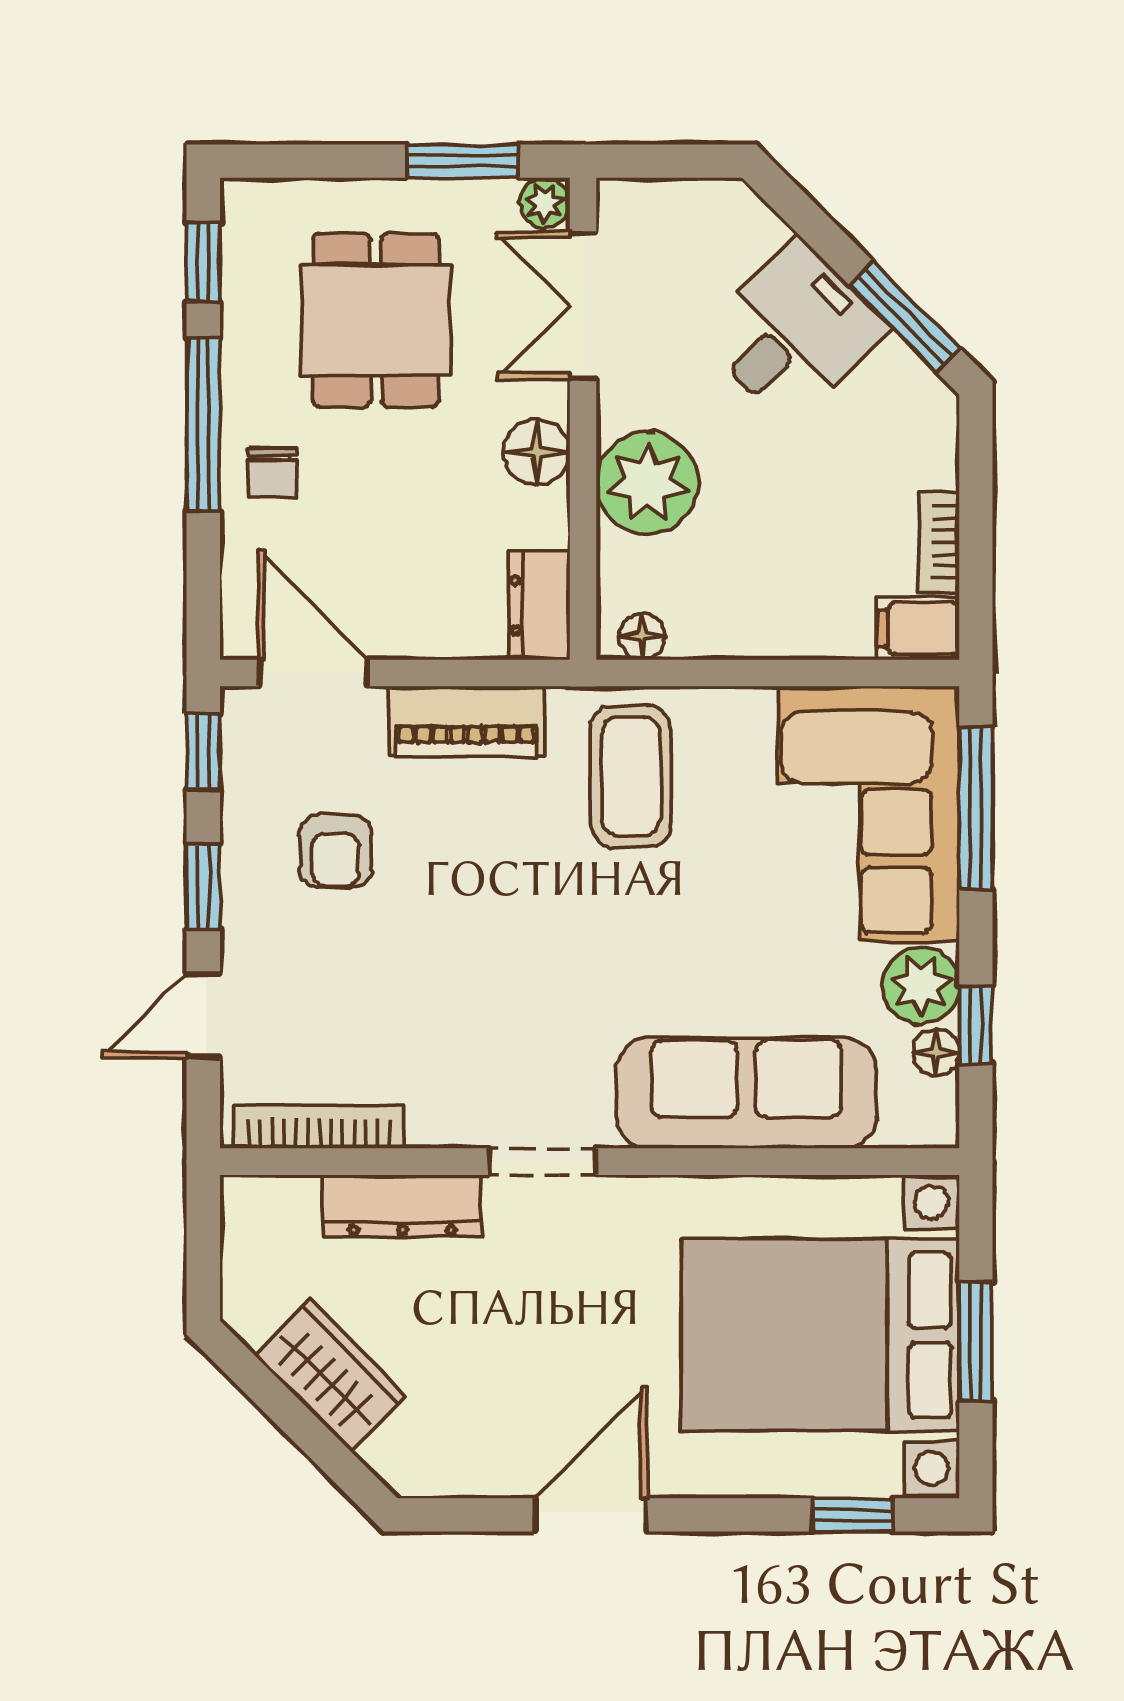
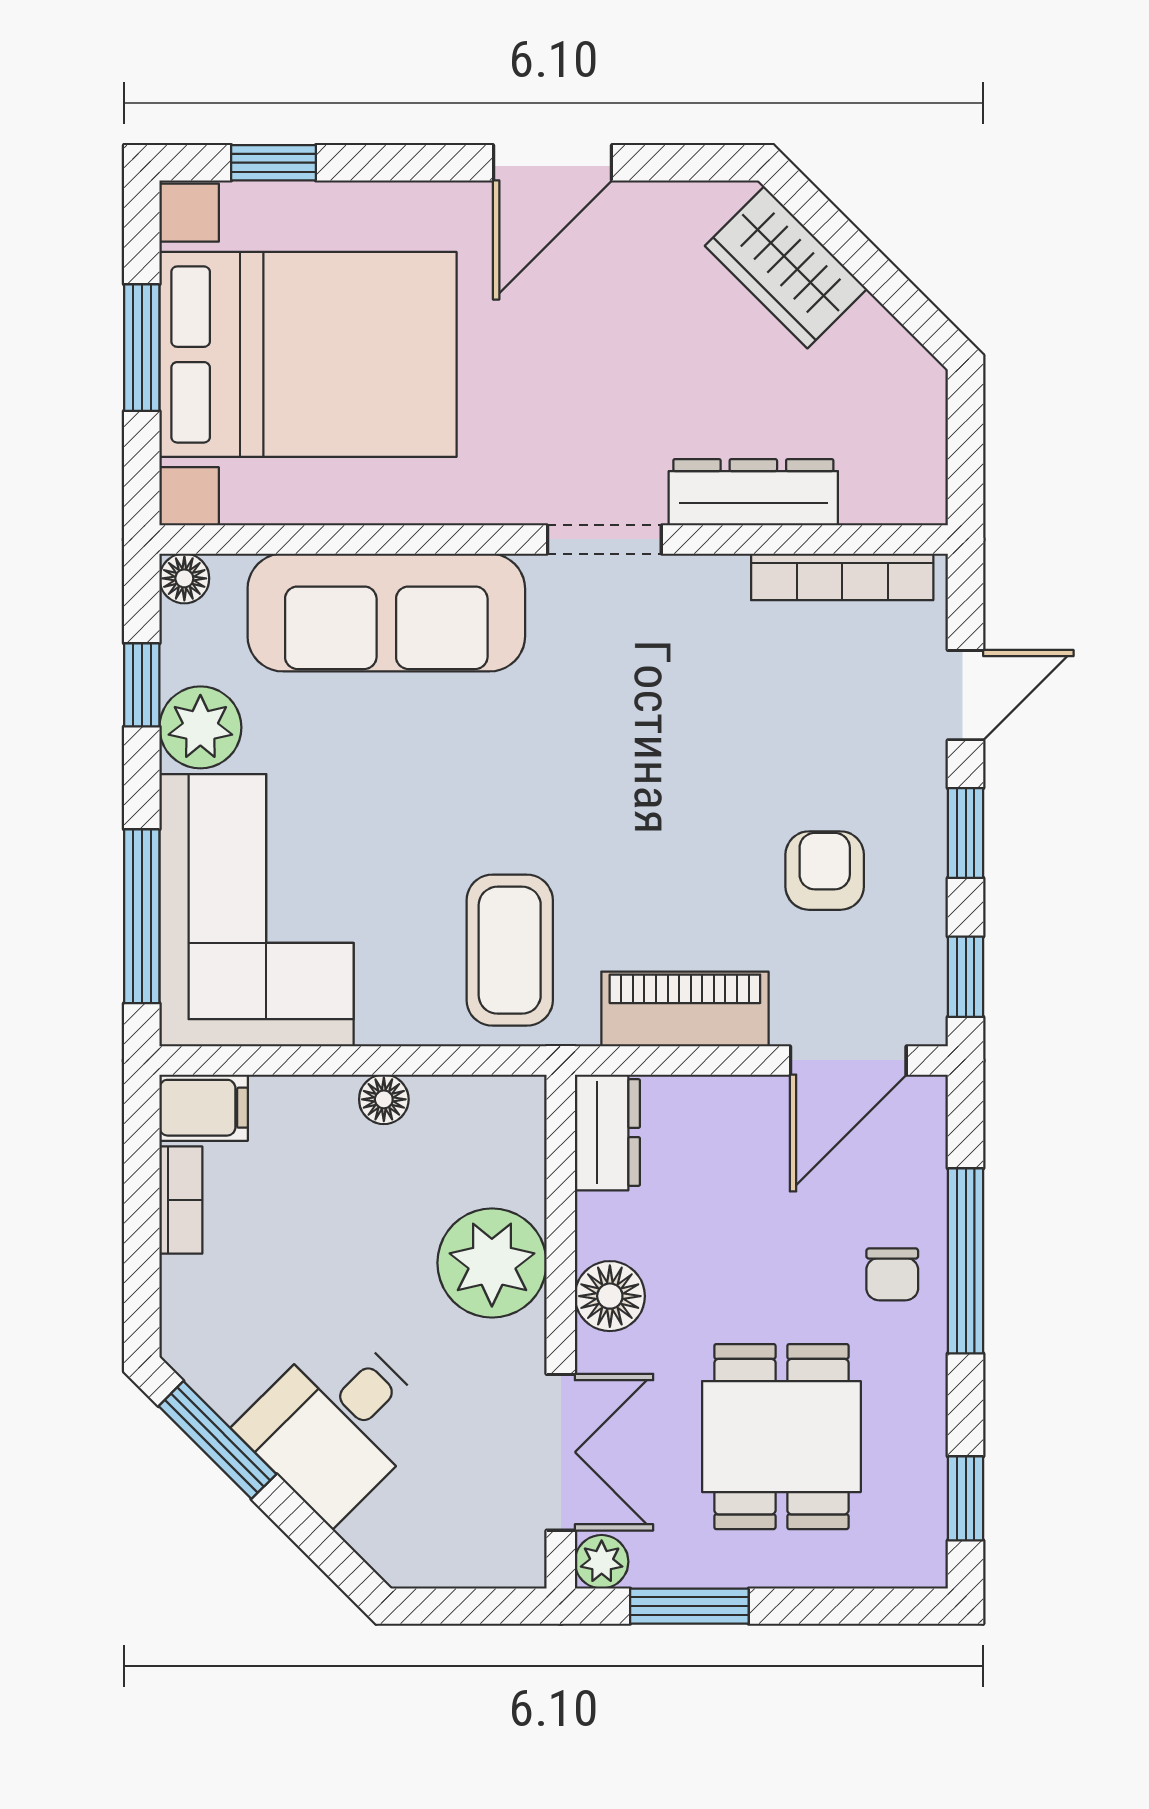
window: (203, 424) -> (966, 1261), moved
chair: (272, 472) -> (892, 1274), turned 180
floor lamp: (642, 636) -> (384, 1099), moved
door: (313, 673) -> (848, 1060), hinge flipped
floor lamp: (936, 1052) -> (184, 578), moved
wardrobe: (330, 1375) -> (786, 267), moved

